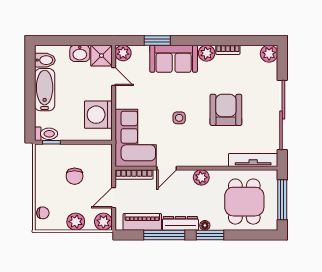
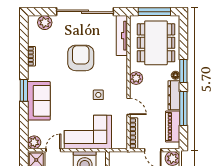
window: (157, 40) -> (24, 90), moved
plant: (207, 53) -> (34, 74), removed
plant: (269, 54) -> (45, 23), moved
armchair: (226, 110) -> (81, 58), turned 90
side table: (179, 118) -> (98, 95), moved
corner sofa: (136, 138) -> (88, 132), moved
dining table: (244, 202) -> (156, 43), width x1.38

